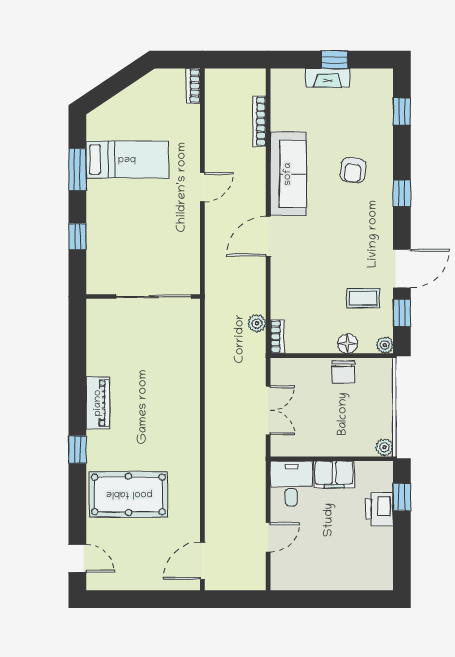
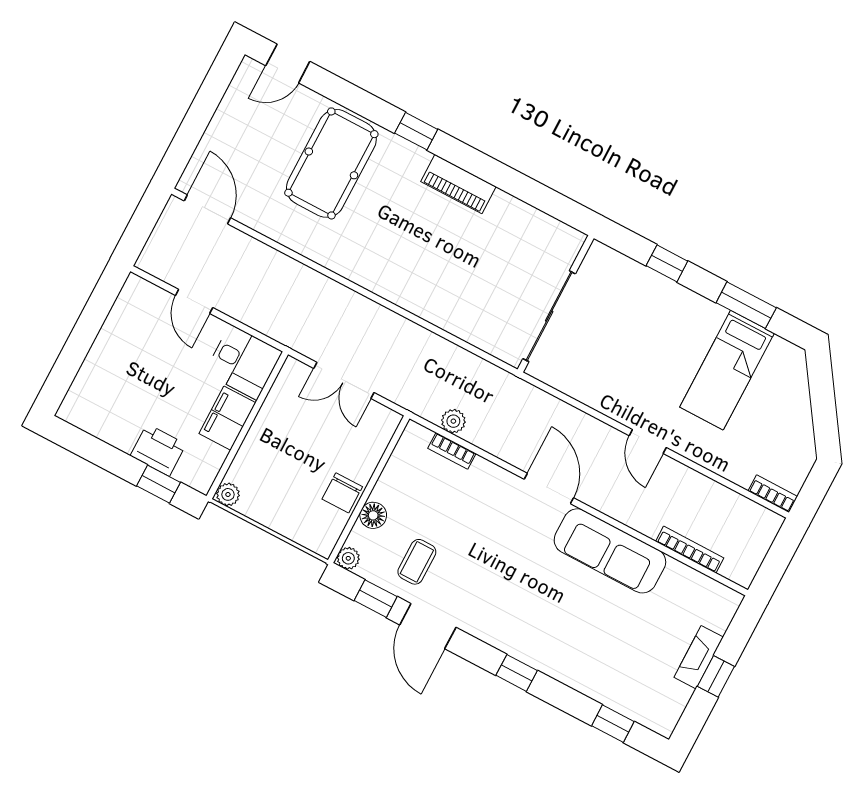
armchair: (353, 170) -> (574, 630), removed
bookcase: (277, 337) -> (452, 451), moved
chair: (343, 372) -> (342, 493), turned -90

